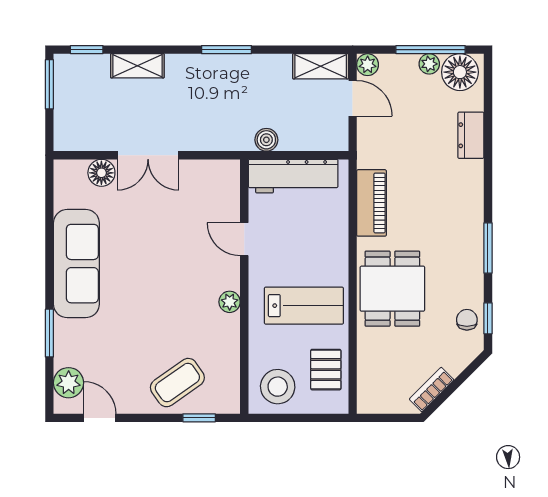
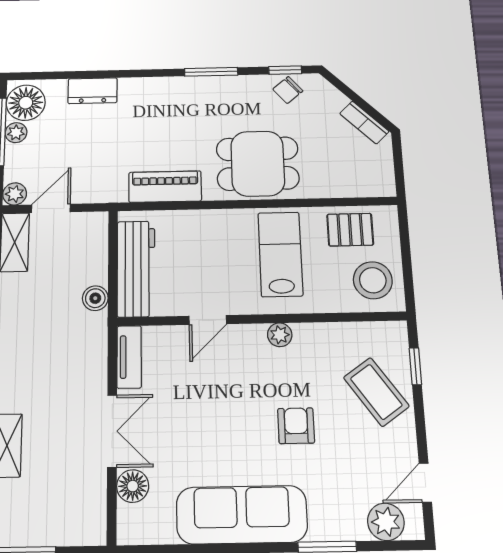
tv unit: (212, 170) -> (129, 357), added
armchair: (150, 312) -> (296, 426), added
chair: (467, 320) -> (288, 90), turned -40

